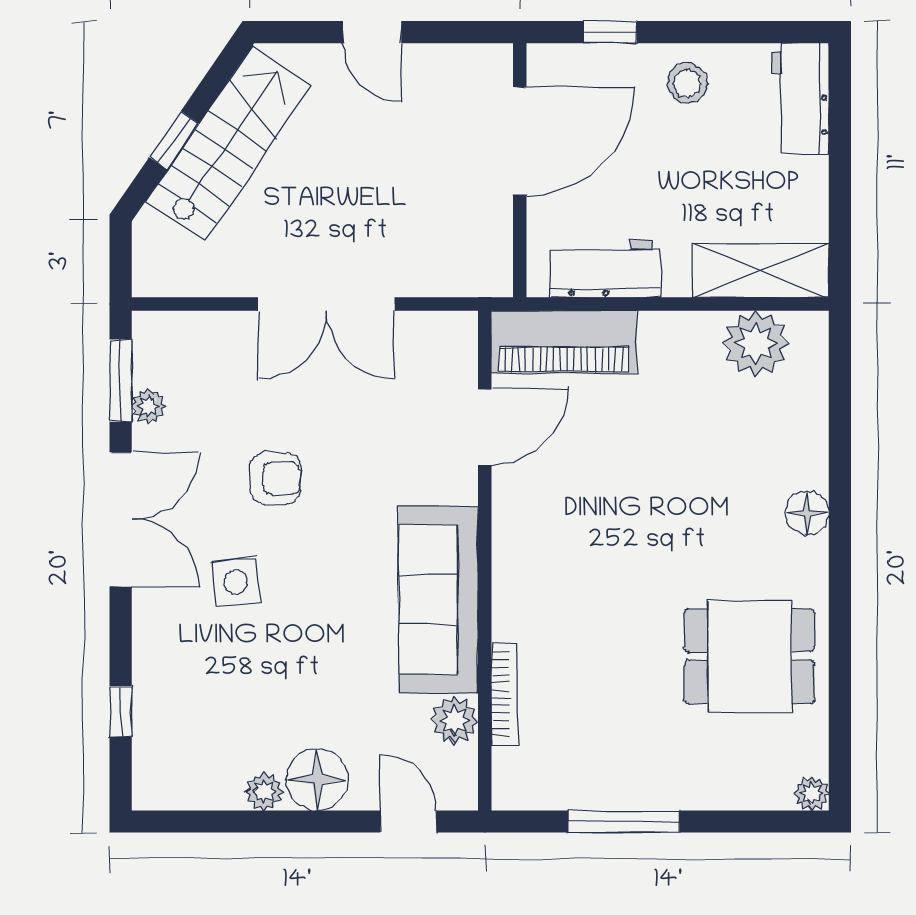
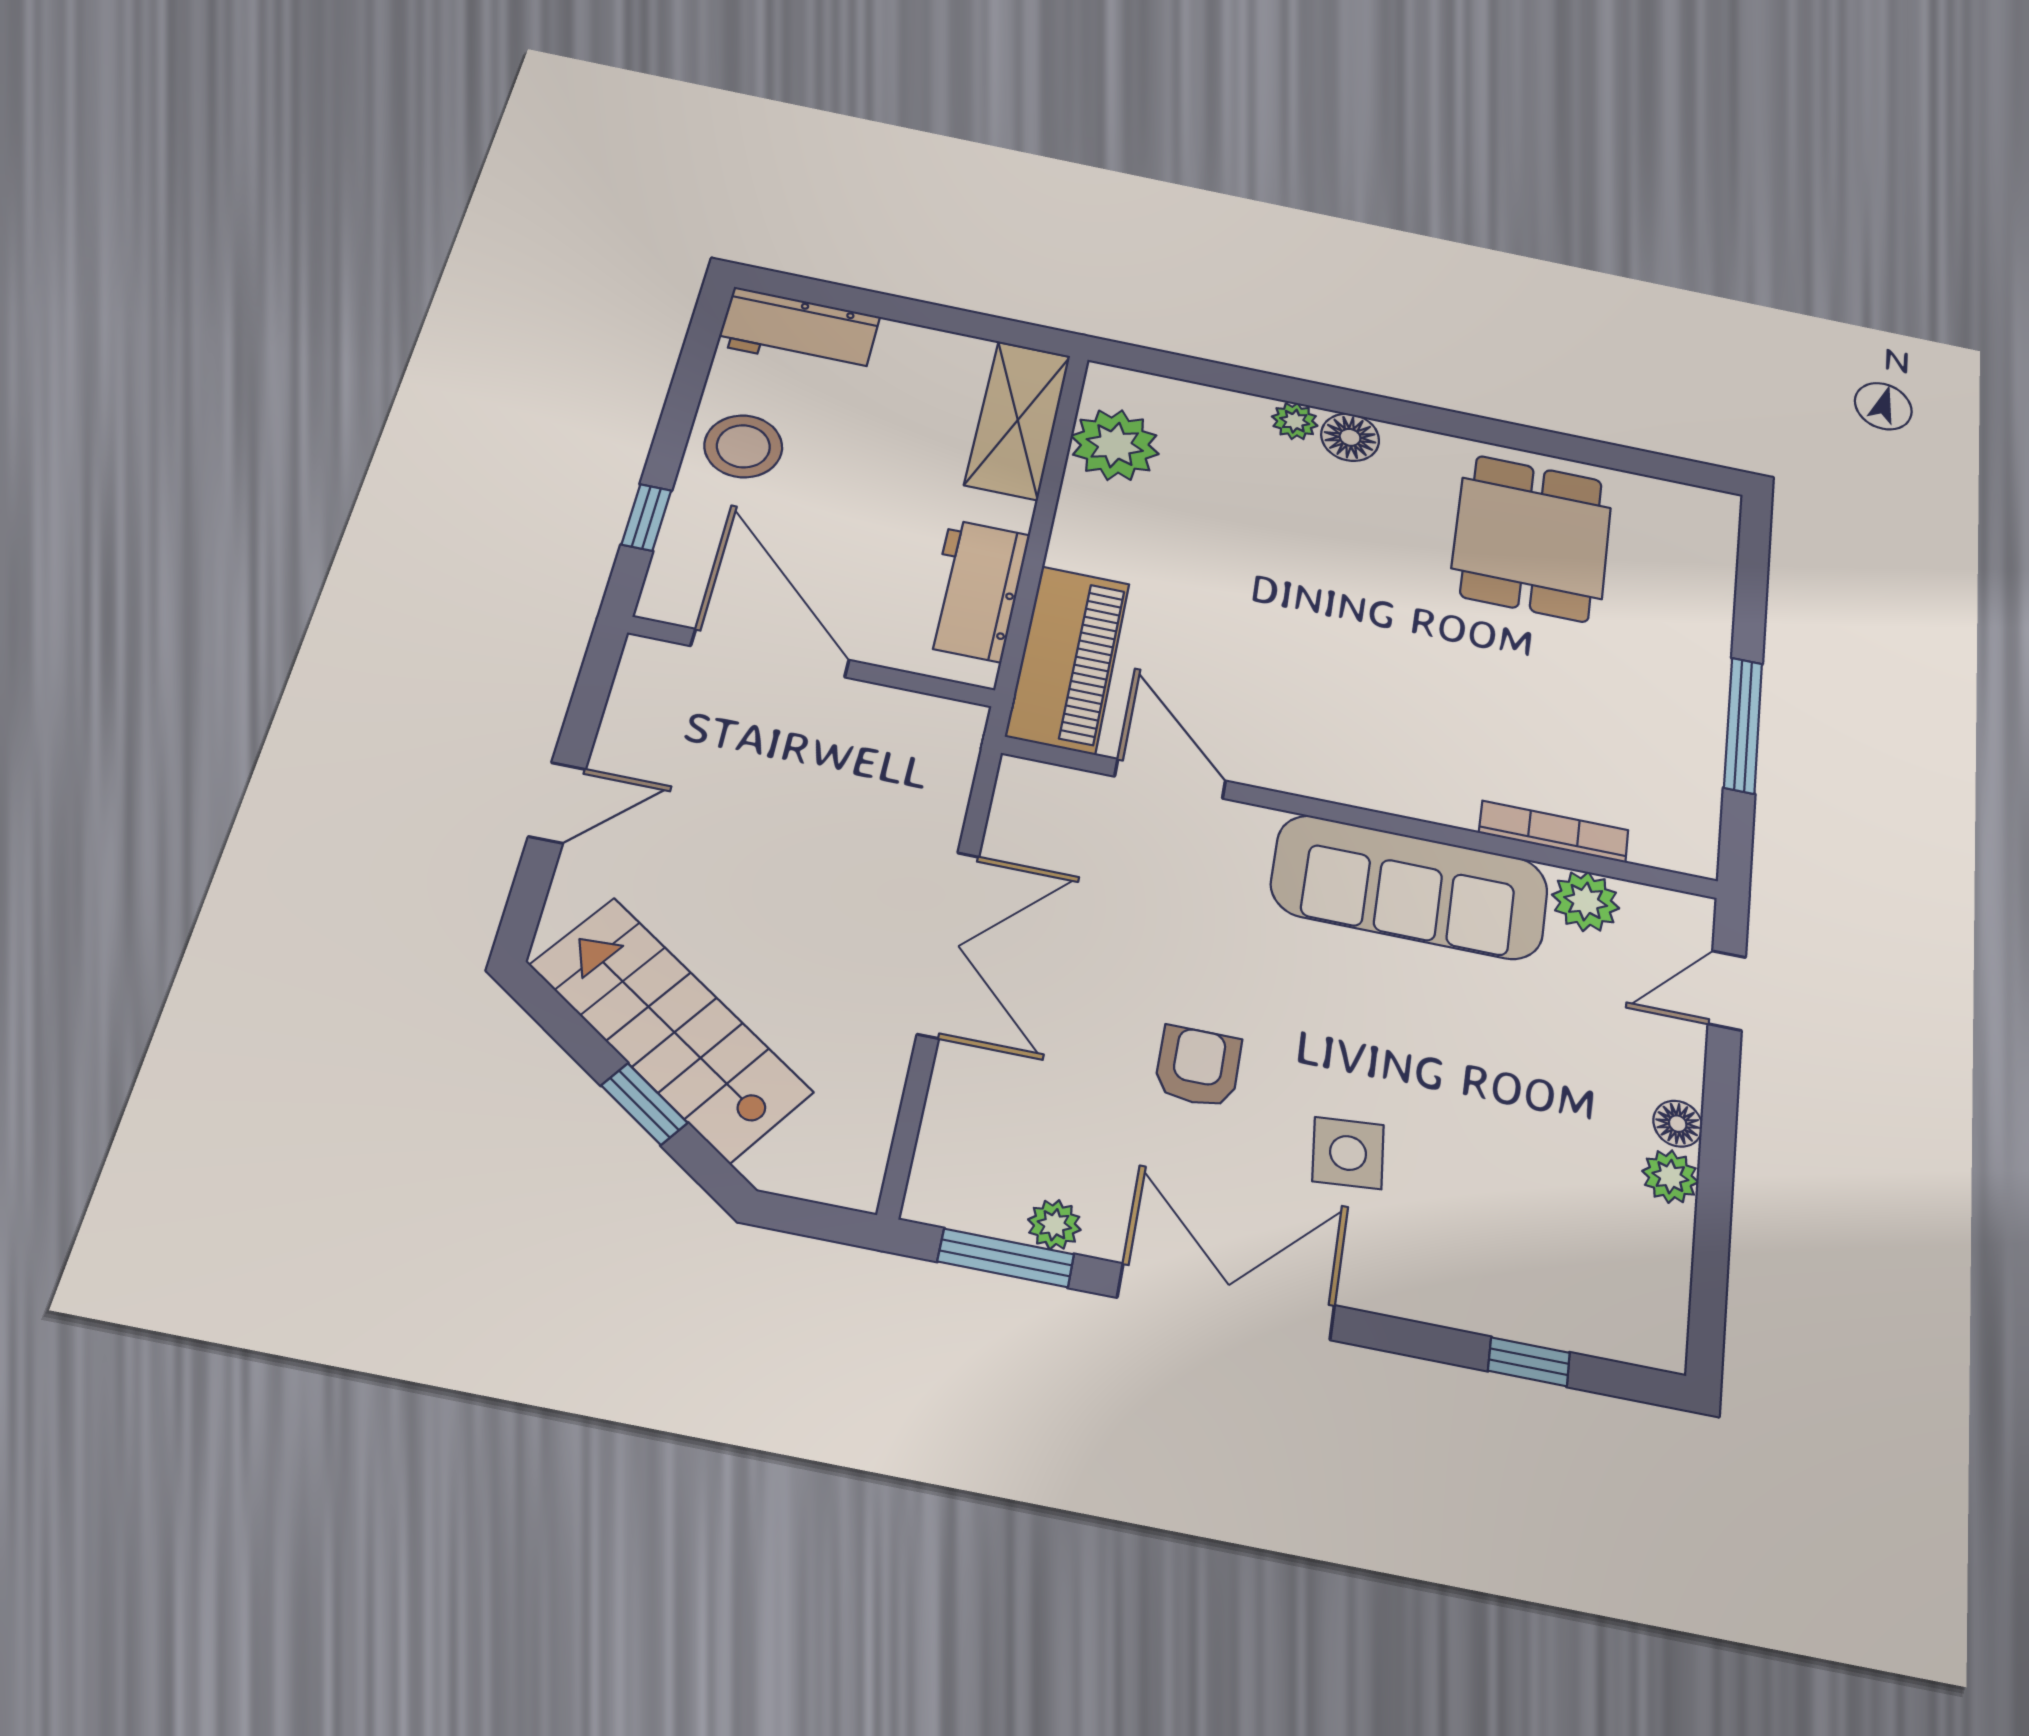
stool: (687, 83) -> (743, 446), width x1.38, depth x1.38
floor lamp: (317, 780) -> (1678, 1124), width x0.53, depth x0.53
plant: (812, 793) -> (1295, 421), moved

